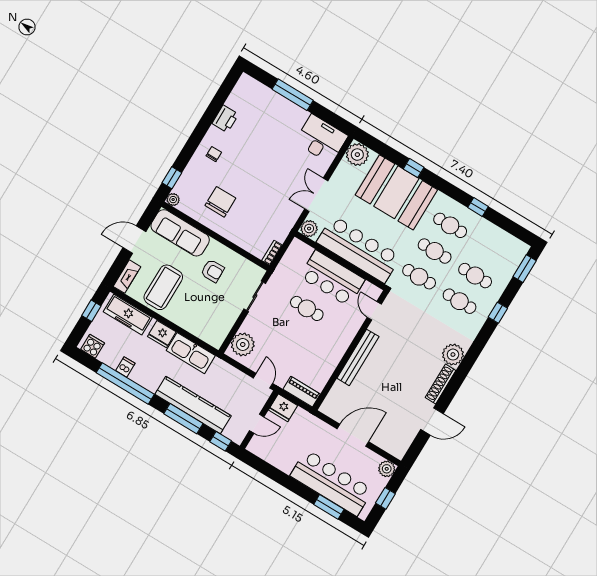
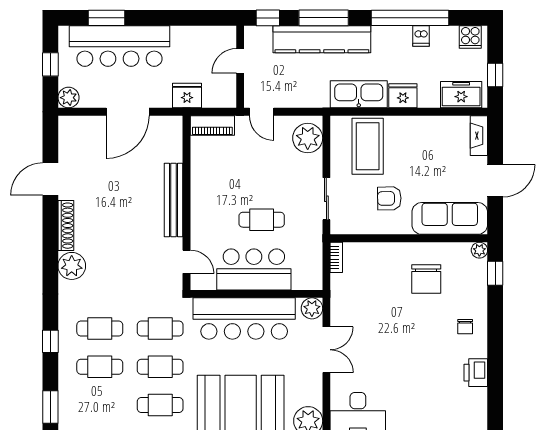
coffee table: (163, 287) -> (368, 146), moved
freezer: (128, 315) -> (461, 95), width x0.71
fridge: (283, 408) -> (187, 96), moved

